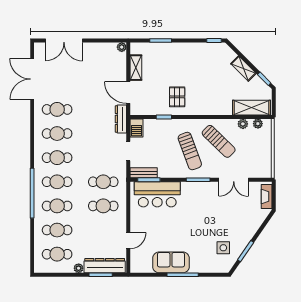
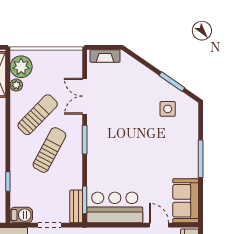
plant: (258, 124) -> (21, 67), width x1.88, depth x1.88
sun lounger: (190, 151) -> (49, 150), turned -42
double door: (234, 180) -> (85, 96), swing flipped
bar counter: (157, 194) -> (115, 207), moved, turned -90
sofa: (171, 262) -> (186, 201), moved

